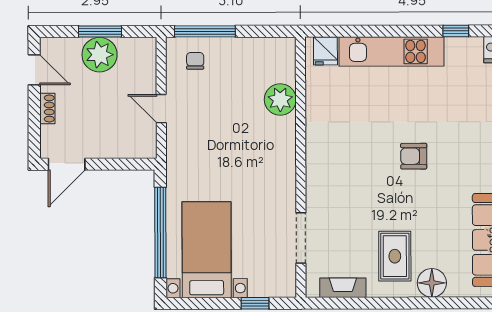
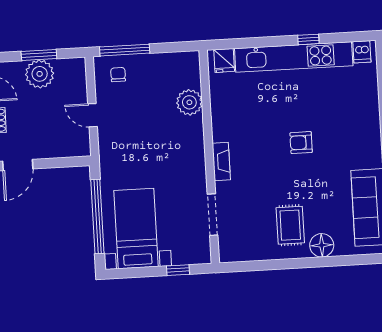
window: (456, 31) -> (308, 39), moved
kitchen unit: (391, 51) -> (294, 57), width x1.36
fireplace: (343, 288) -> (221, 161), moved, turned 90

